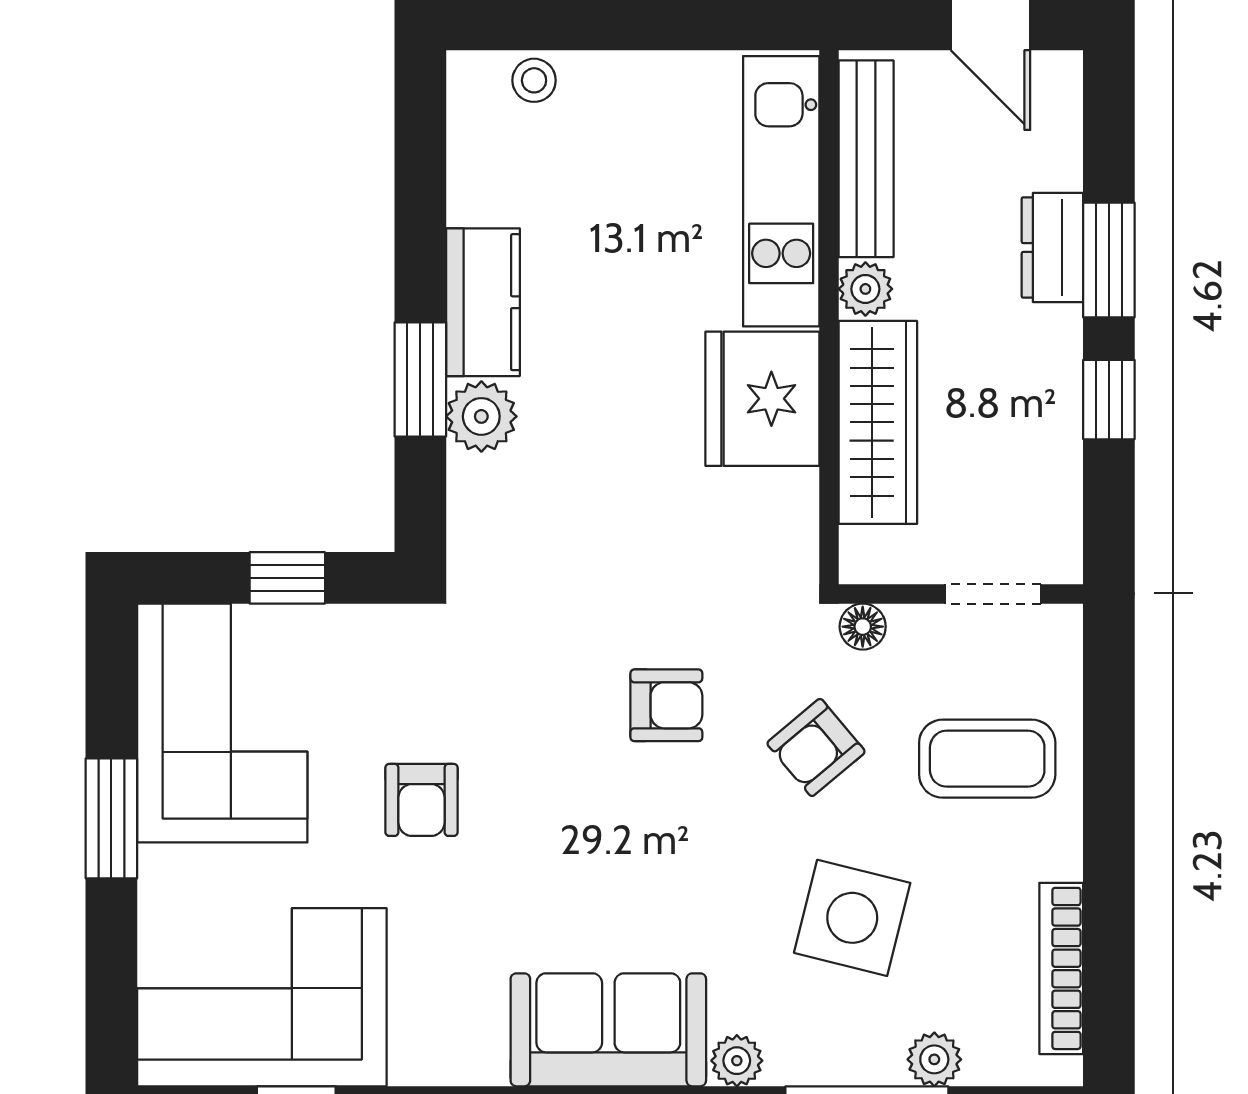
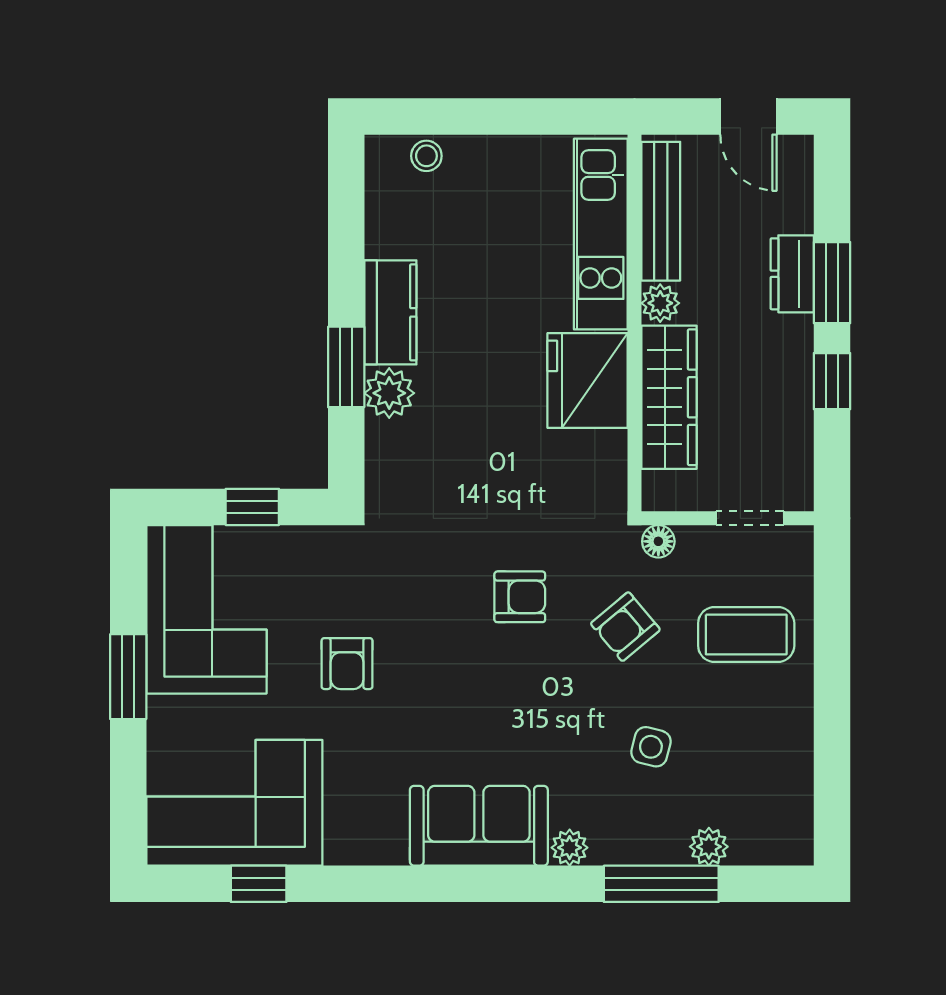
side table: (852, 918) -> (651, 747), width x0.54, depth x0.54
bookcase: (1061, 968) -> (798, 783), removed

